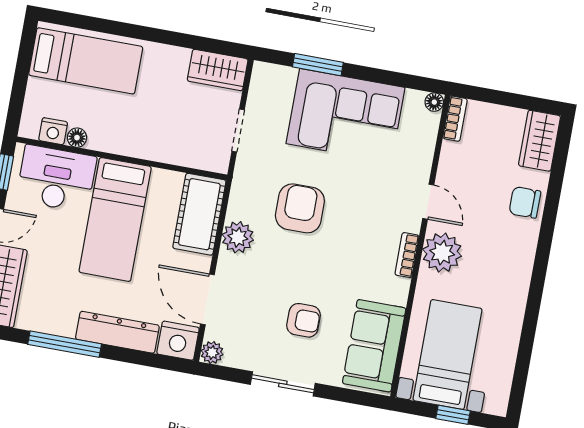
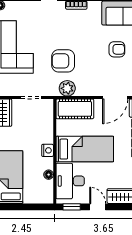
nightstand: (53, 131) -> (48, 150), moved
plant: (238, 237) -> (67, 88), moved
armchair: (303, 320) -> (117, 49), turned 90

